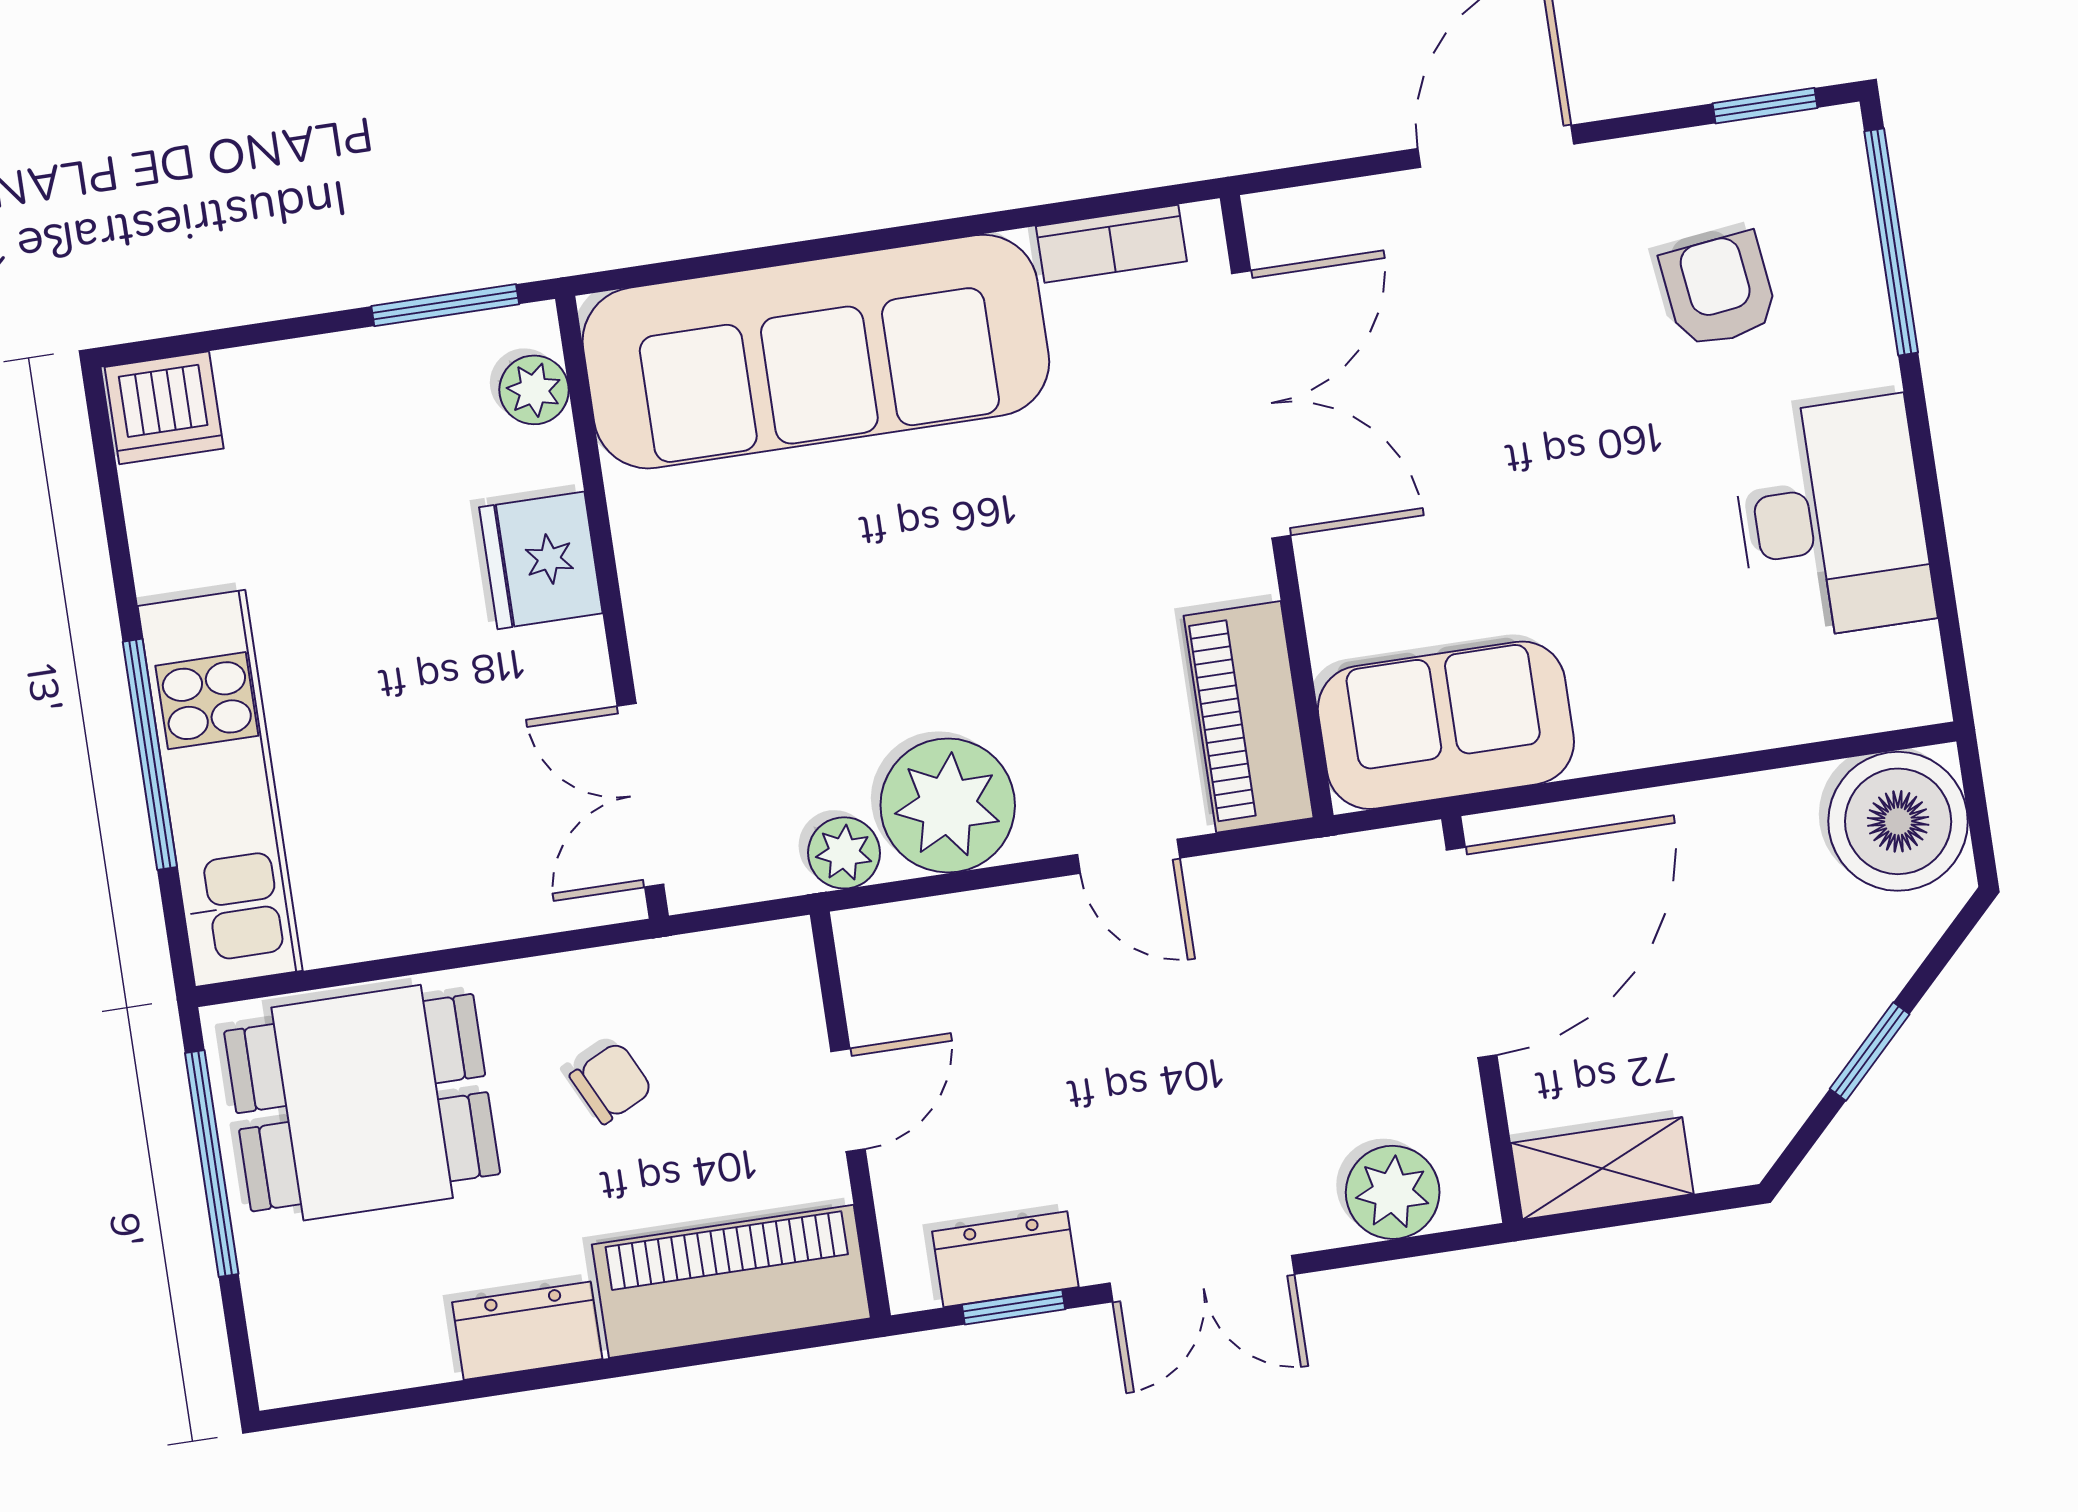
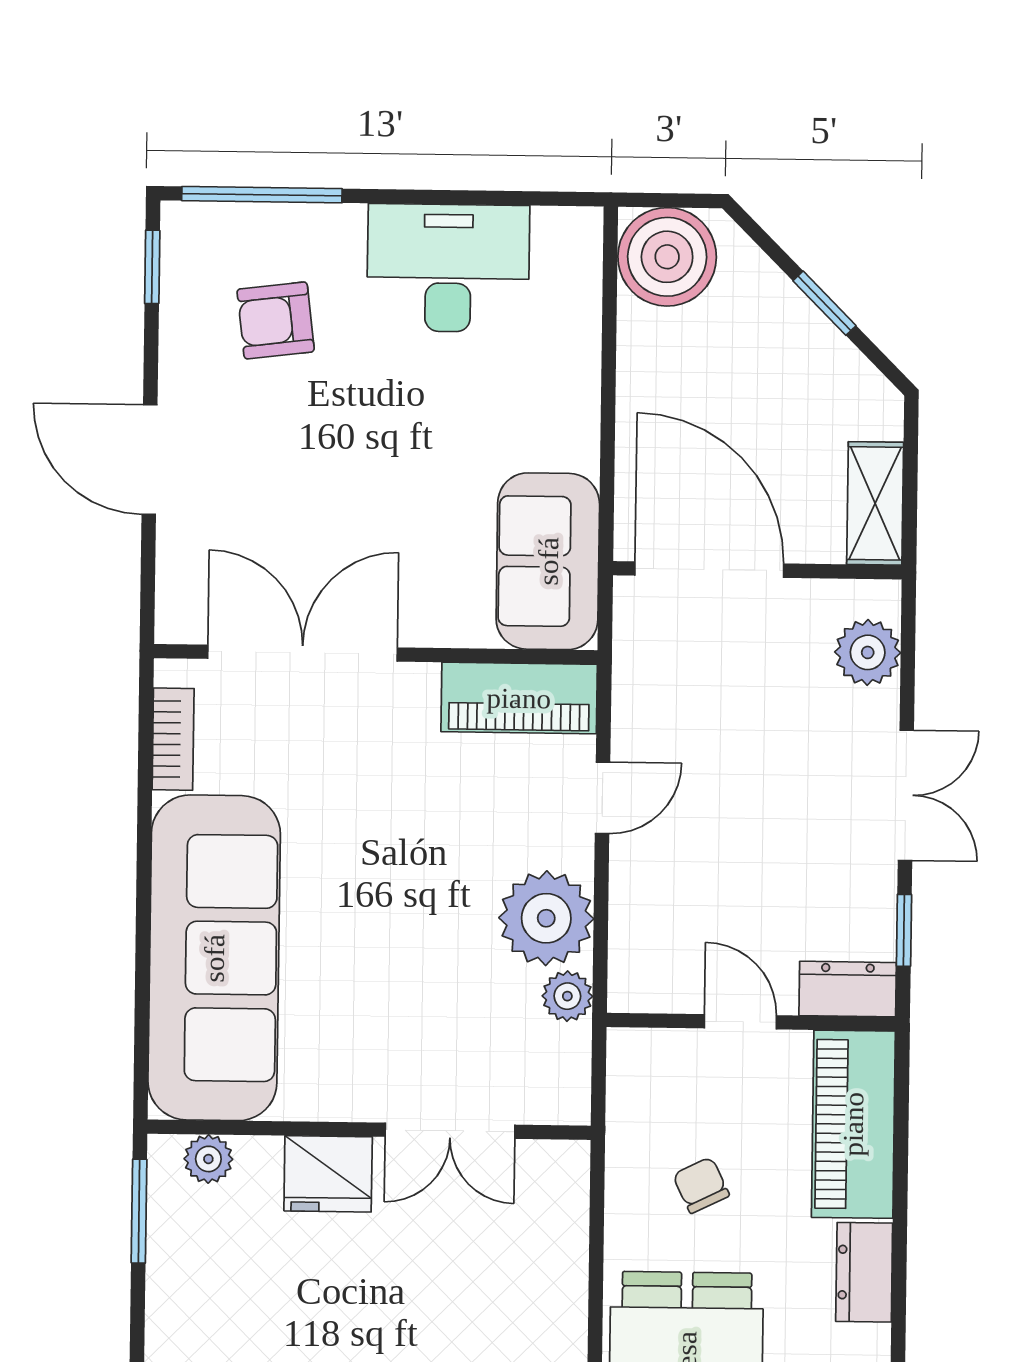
double door: (640, 795) -> (450, 1131), moved
dresser: (1005, 1259) -> (848, 989), moved, turned 90

